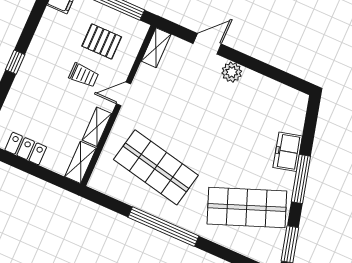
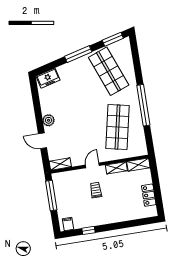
pallet: (102, 41) -> (74, 192), removed
window: (15, 62) -> (88, 230), moved
door: (123, 94) -> (92, 165), swing flipped
freezer: (288, 152) -> (48, 78), moved

